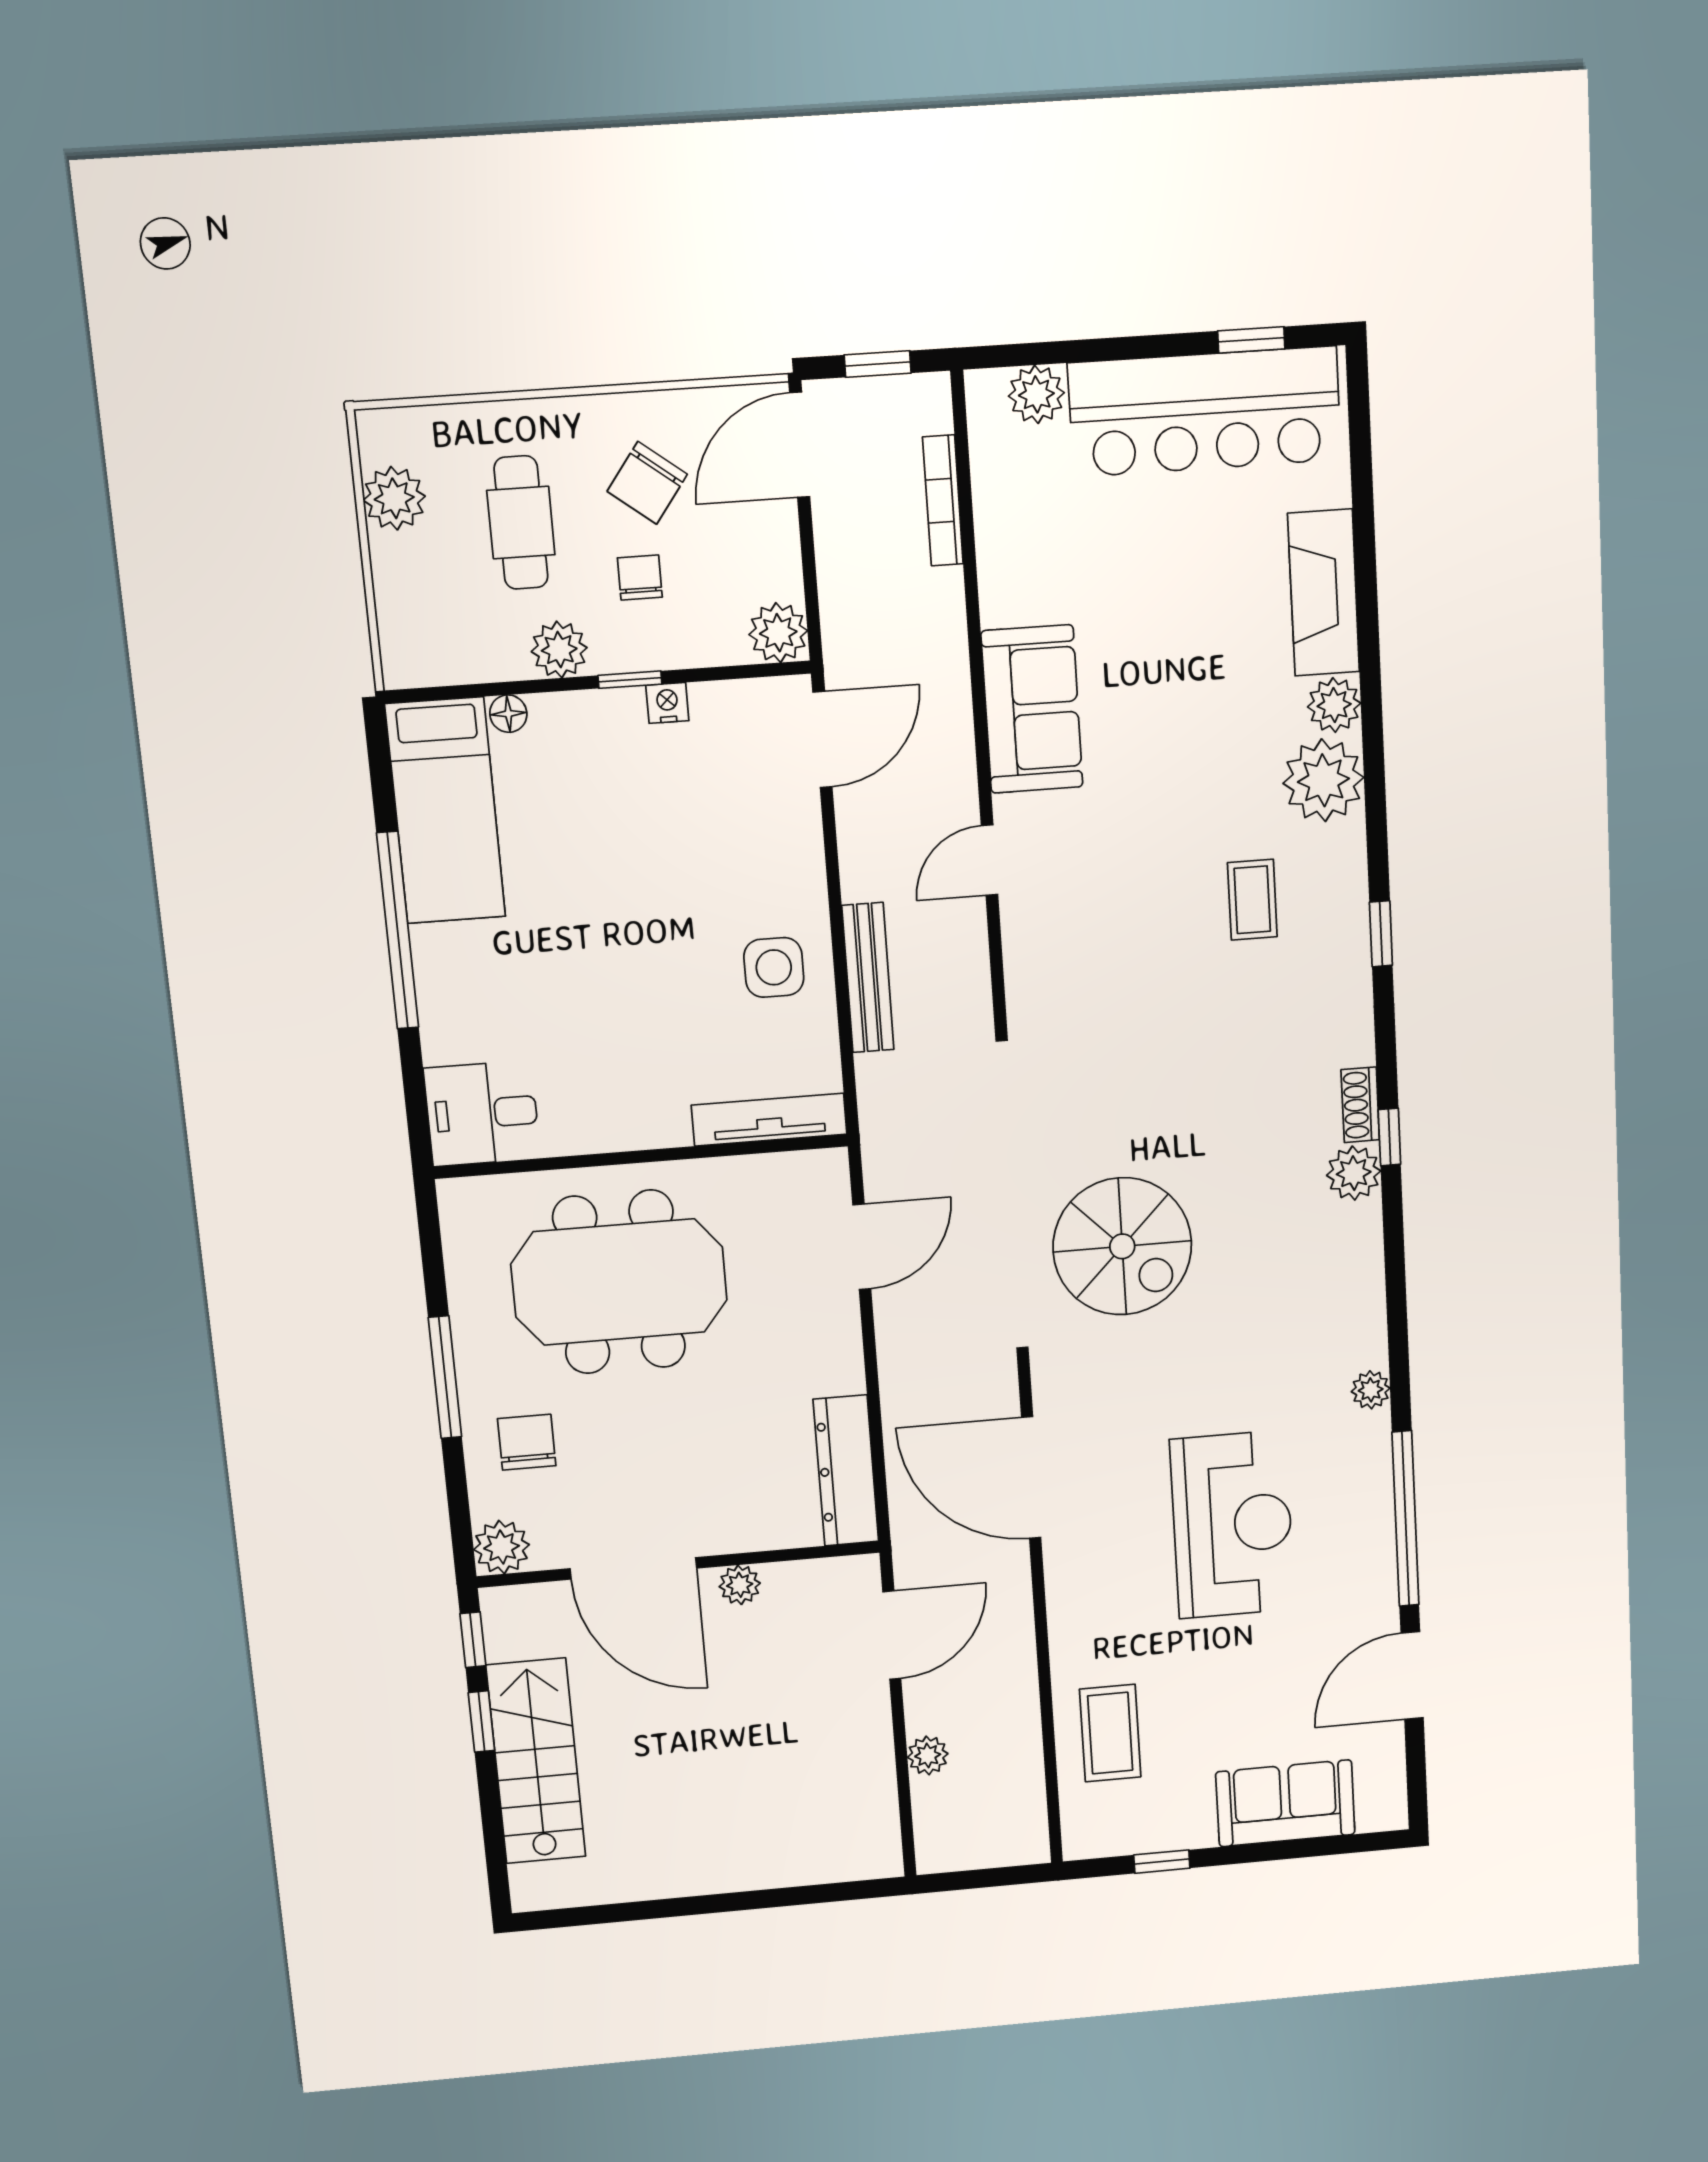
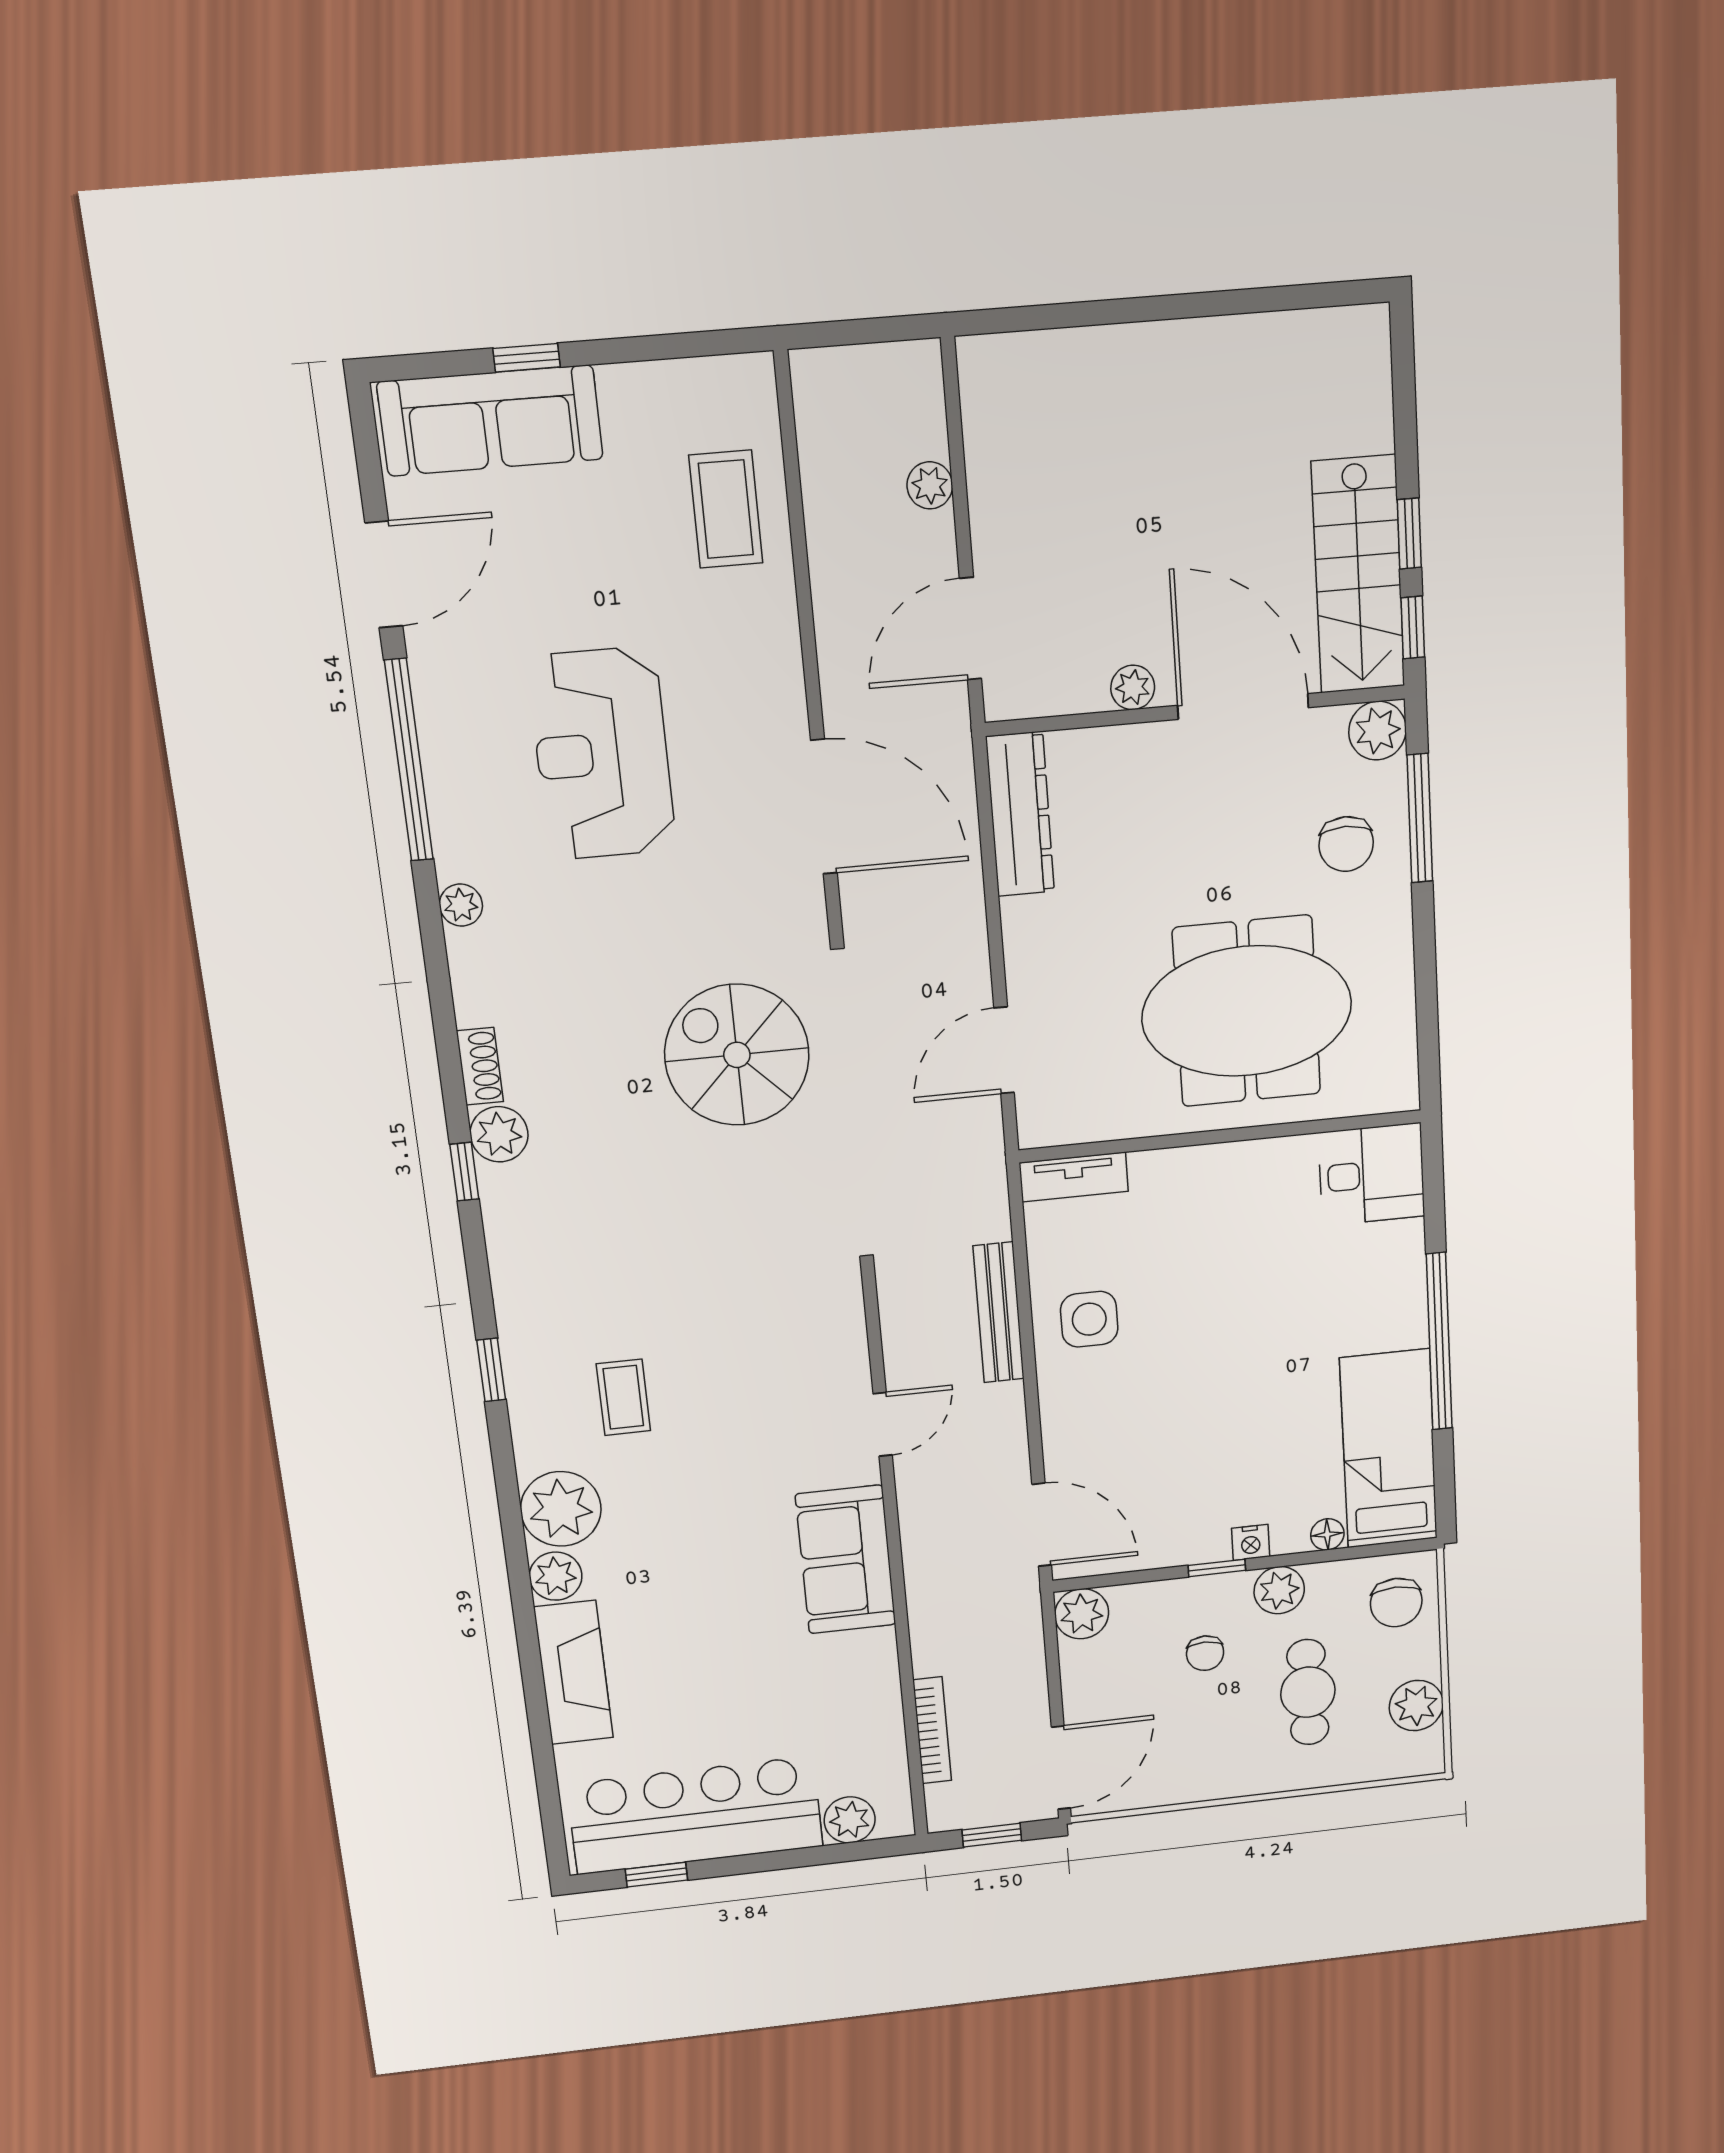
chair: (647, 483) -> (1396, 1603), moved, turned 143
nightstand: (667, 703) -> (1251, 1542), moved
door: (822, 740) -> (1042, 1525), swing flipped
shoe rack: (1360, 1105) -> (480, 1066), moved
tv unit: (769, 1120) -> (1074, 1177), width x0.71
window: (445, 1377) -> (1420, 818), moved
stairs: (536, 1761) -> (1358, 575), moved
sofa: (1285, 1803) -> (490, 421), width x1.36
window: (1162, 1862) -> (527, 358), moved

